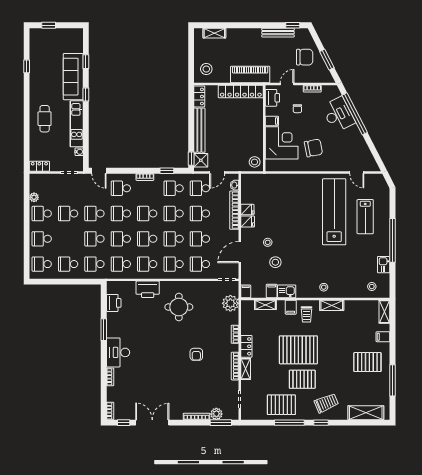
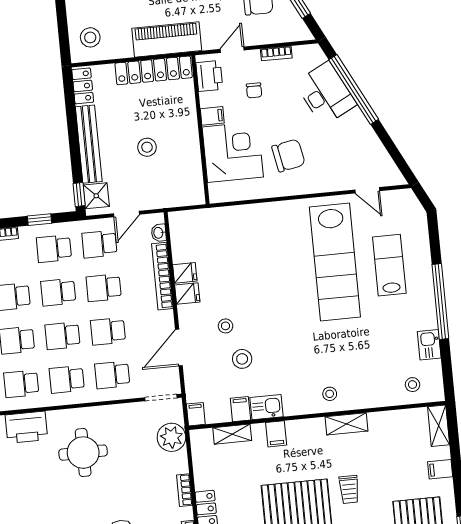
stool: (255, 162) -> (147, 147), moved
lab bench: (334, 212) -> (335, 262), turned 180
lab bench: (365, 217) -> (389, 265), turned 180
trolley: (306, 314) -> (349, 489), moved

